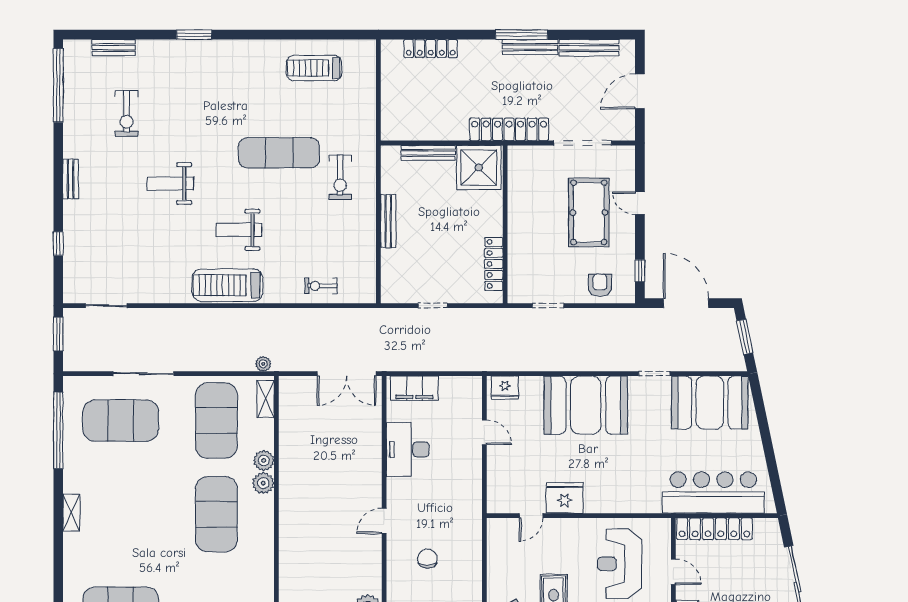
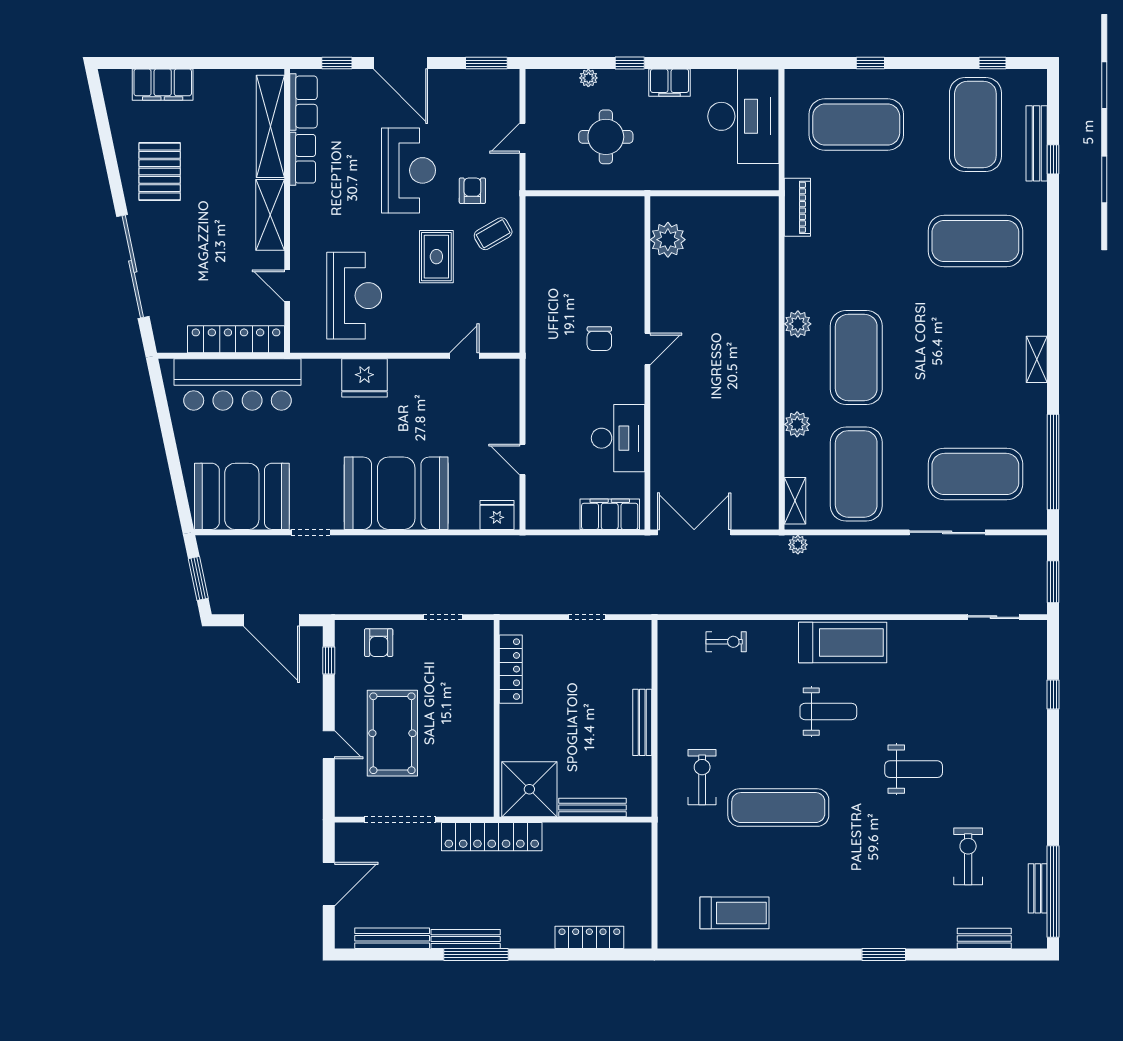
bench: (71, 179) -> (1038, 888), moved
plant: (263, 483) -> (798, 324), moved
fridge: (565, 498) -> (364, 378), moved
chair: (427, 559) -> (599, 339), moved

